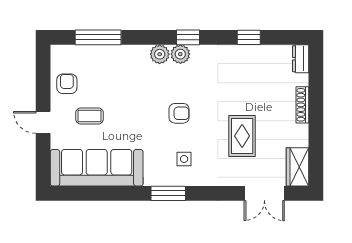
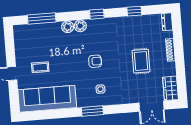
plant: (180, 54) -> (68, 27), moved
armchair: (67, 84) -> (25, 49), removed
rug: (242, 136) -> (141, 61), moved

